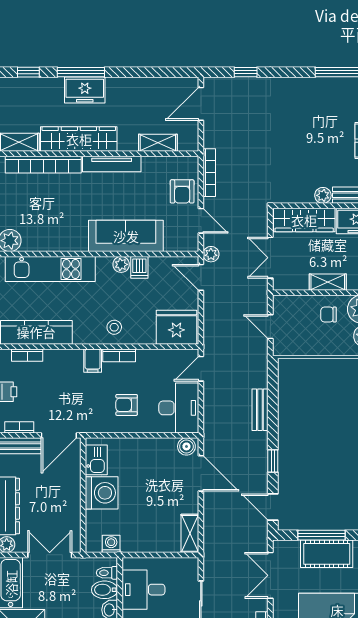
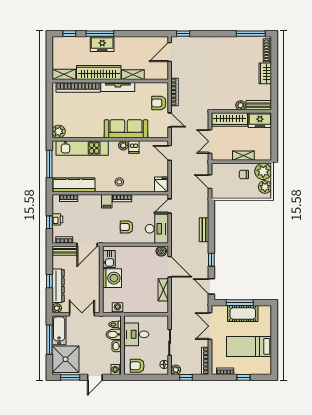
window: (246, 72) -> (183, 34), moved
shelving: (158, 143) -> (133, 75), moved
armchair: (182, 191) -> (159, 103), turned 90
plant: (211, 254) -> (176, 139), removed
fridge: (176, 327) -> (161, 184), width x0.53, depth x0.75
shelving: (190, 533) -> (163, 290), moved

